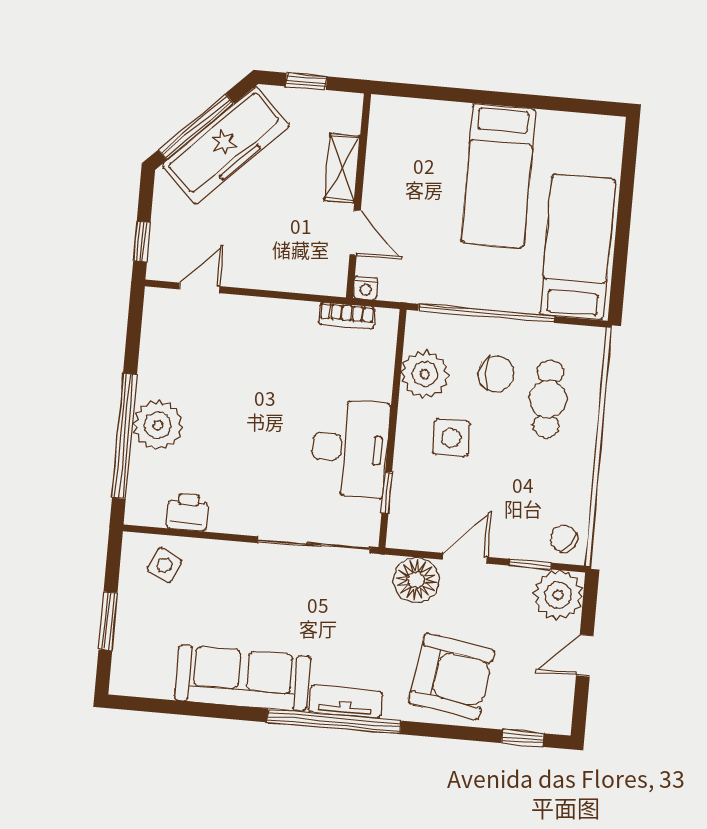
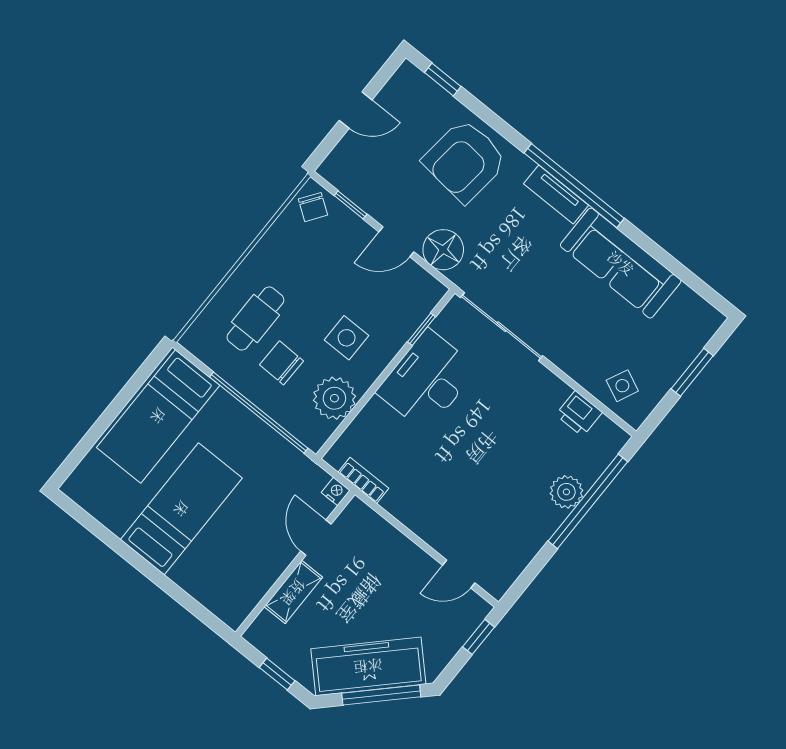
plant: (158, 425) -> (566, 492), width x0.73, depth x0.73
plant: (558, 595) -> (345, 168), removed
armchair: (451, 677) -> (465, 161), turned -93

